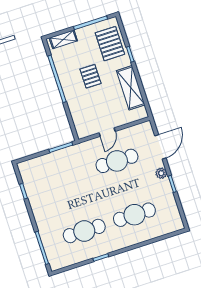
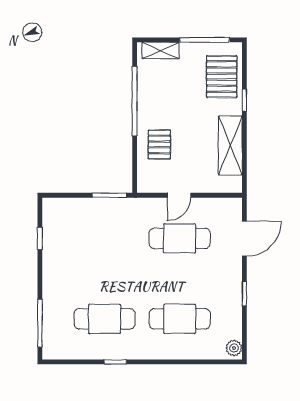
pallet: (90, 76) -> (159, 144), moved
plant: (161, 173) -> (234, 348), moved

